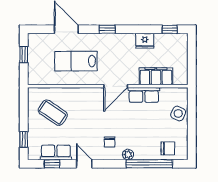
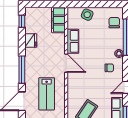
window: (107, 29) -> (22, 70), width x2.17
filing cabinet: (156, 76) -> (58, 20), moved

